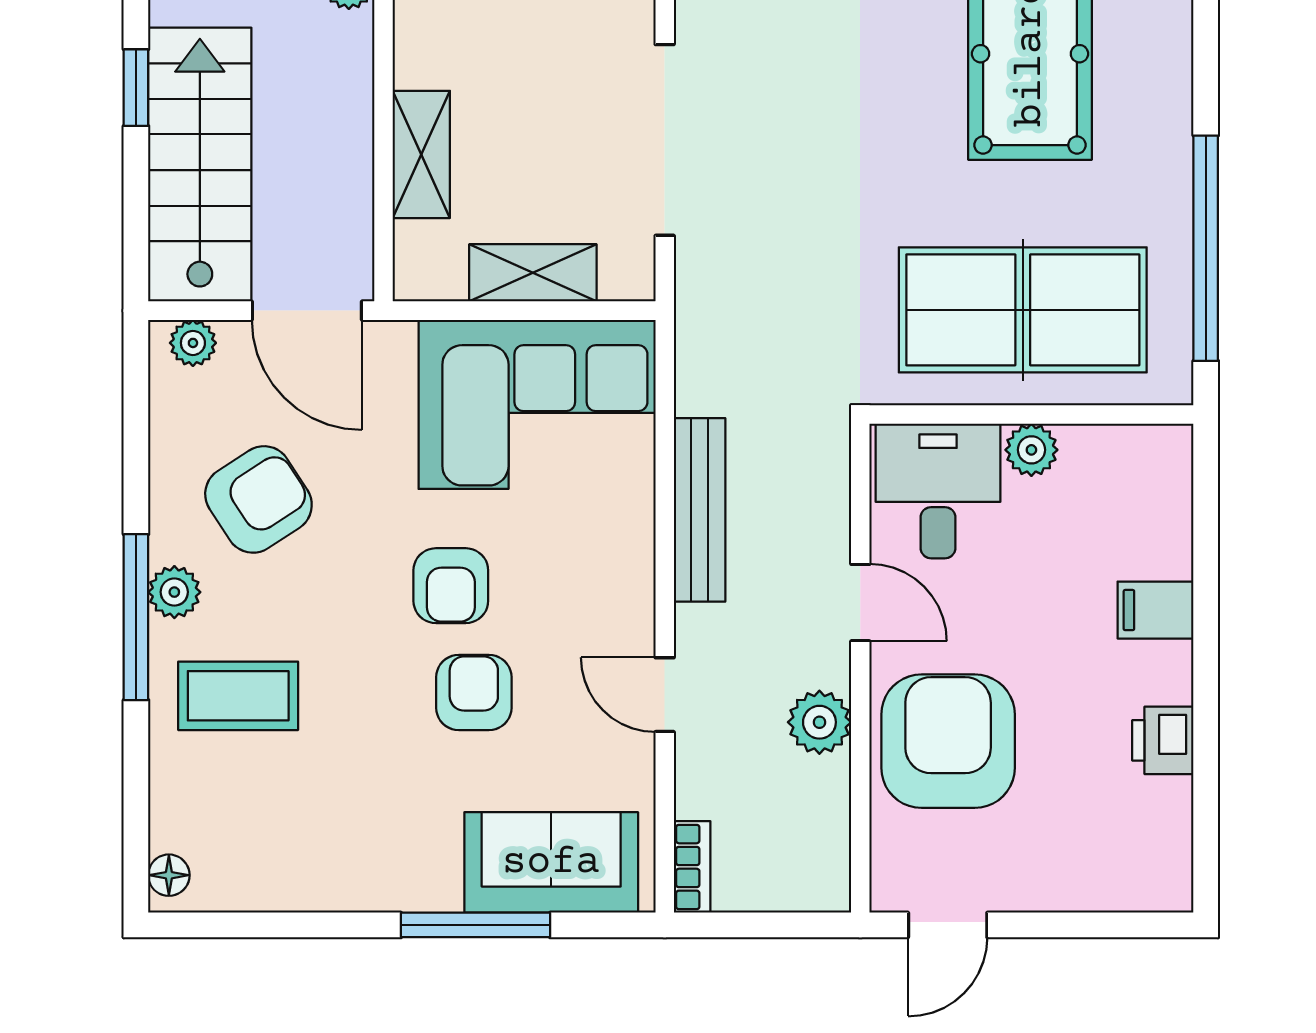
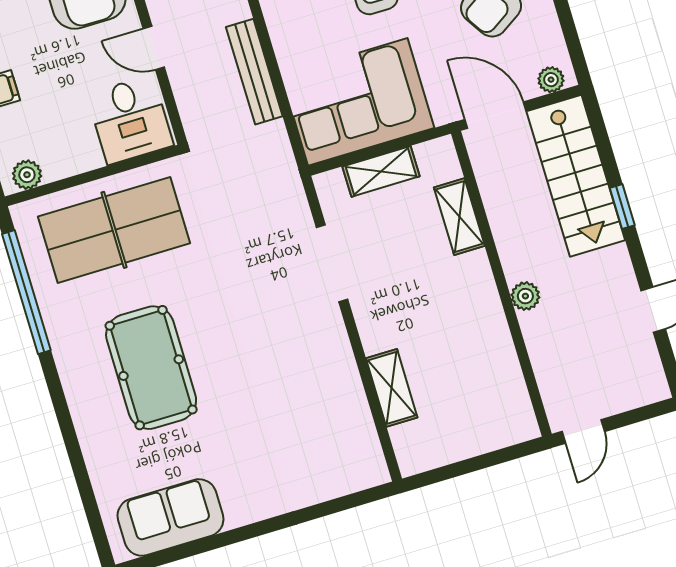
doorway: (665, 140) -> (332, 263), width x0.73
plant: (1031, 450) -> (27, 175), moved

